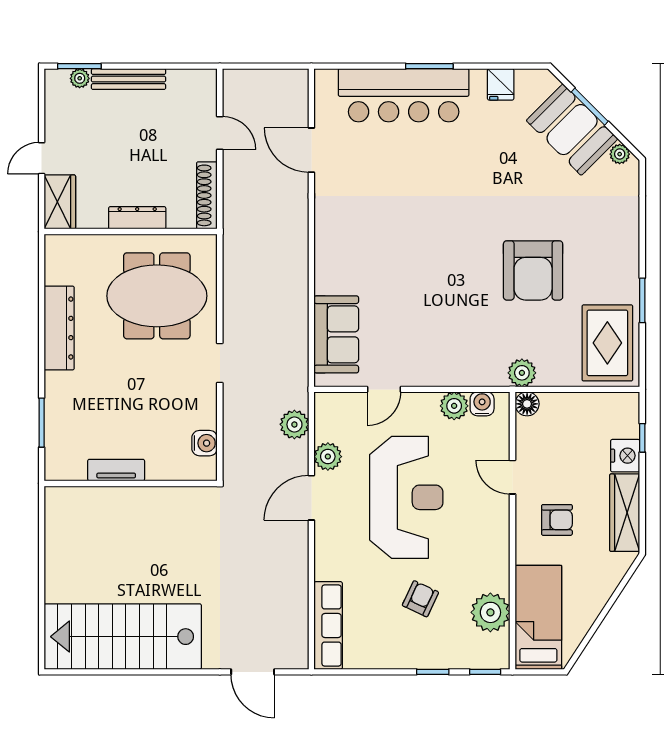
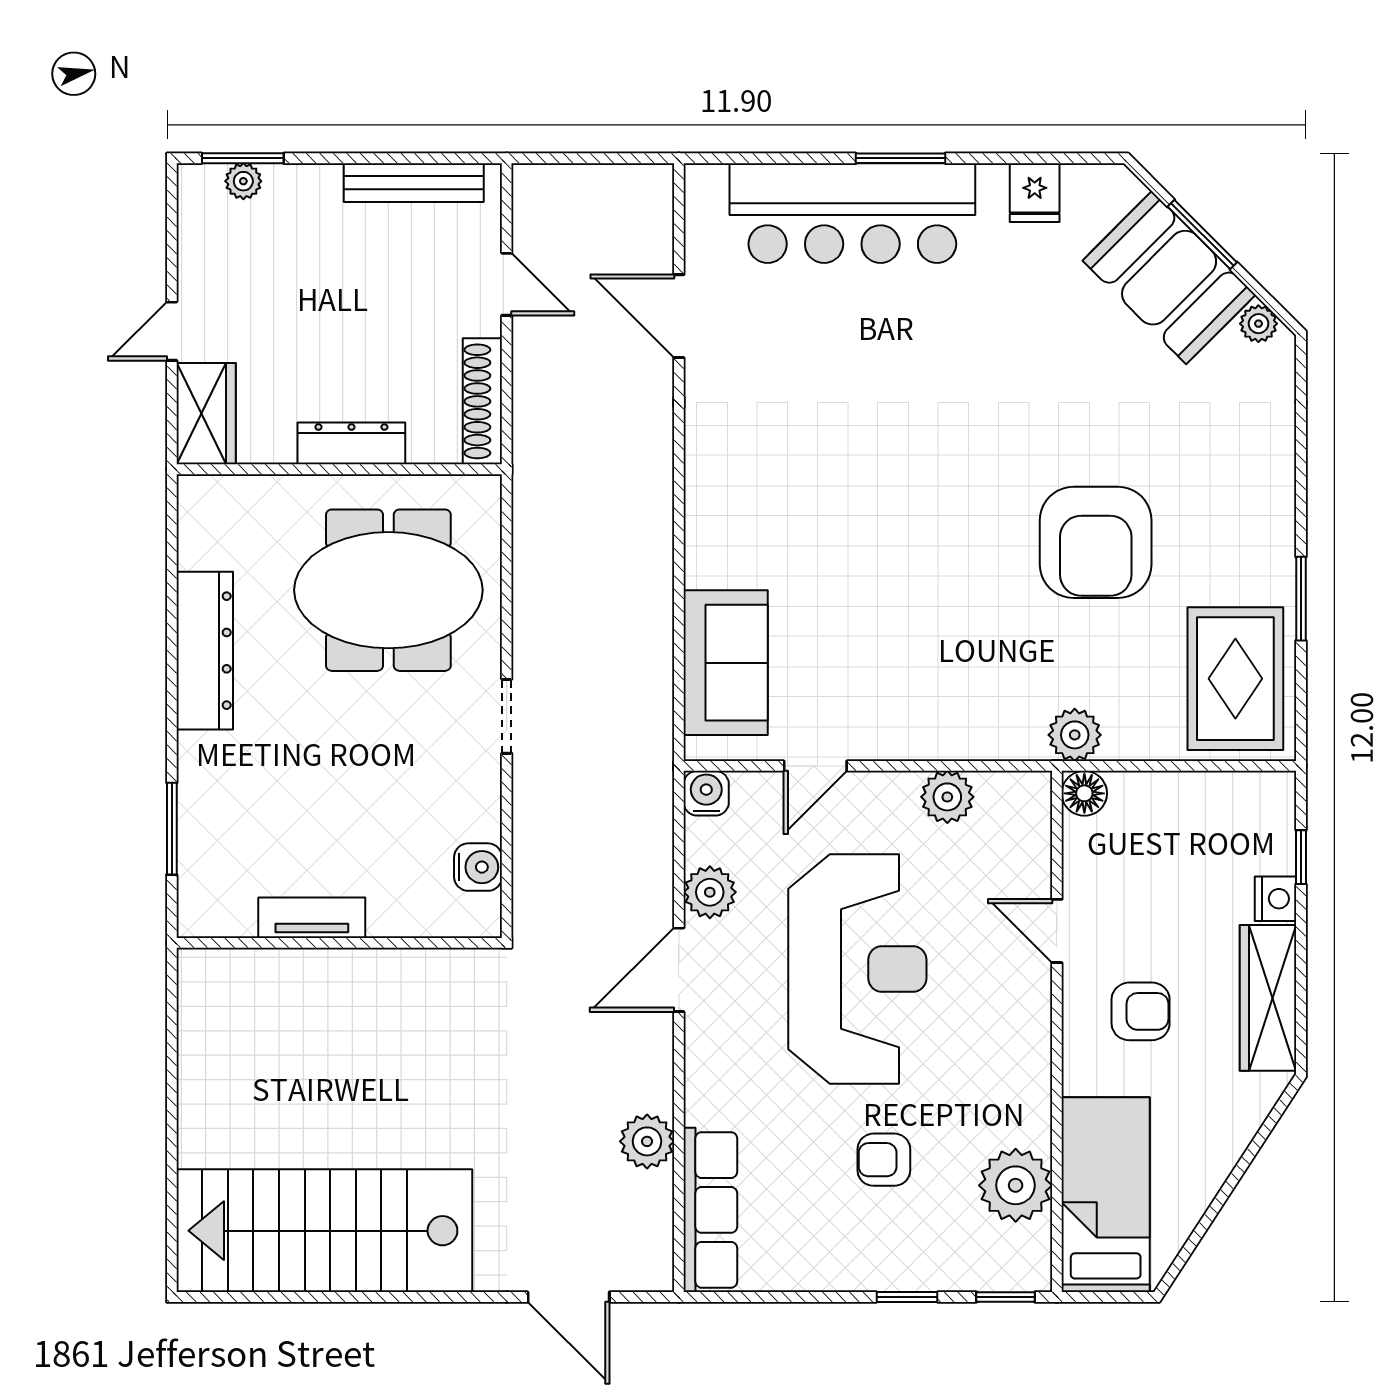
bench: (129, 79) -> (414, 183), moved
water cooler: (482, 404) -> (706, 793), moved
plant: (294, 424) -> (647, 1141), moved
nightstand: (625, 456) -> (1276, 899), width x0.74, depth x0.75
armchair: (420, 599) -> (884, 1160), turned -115

